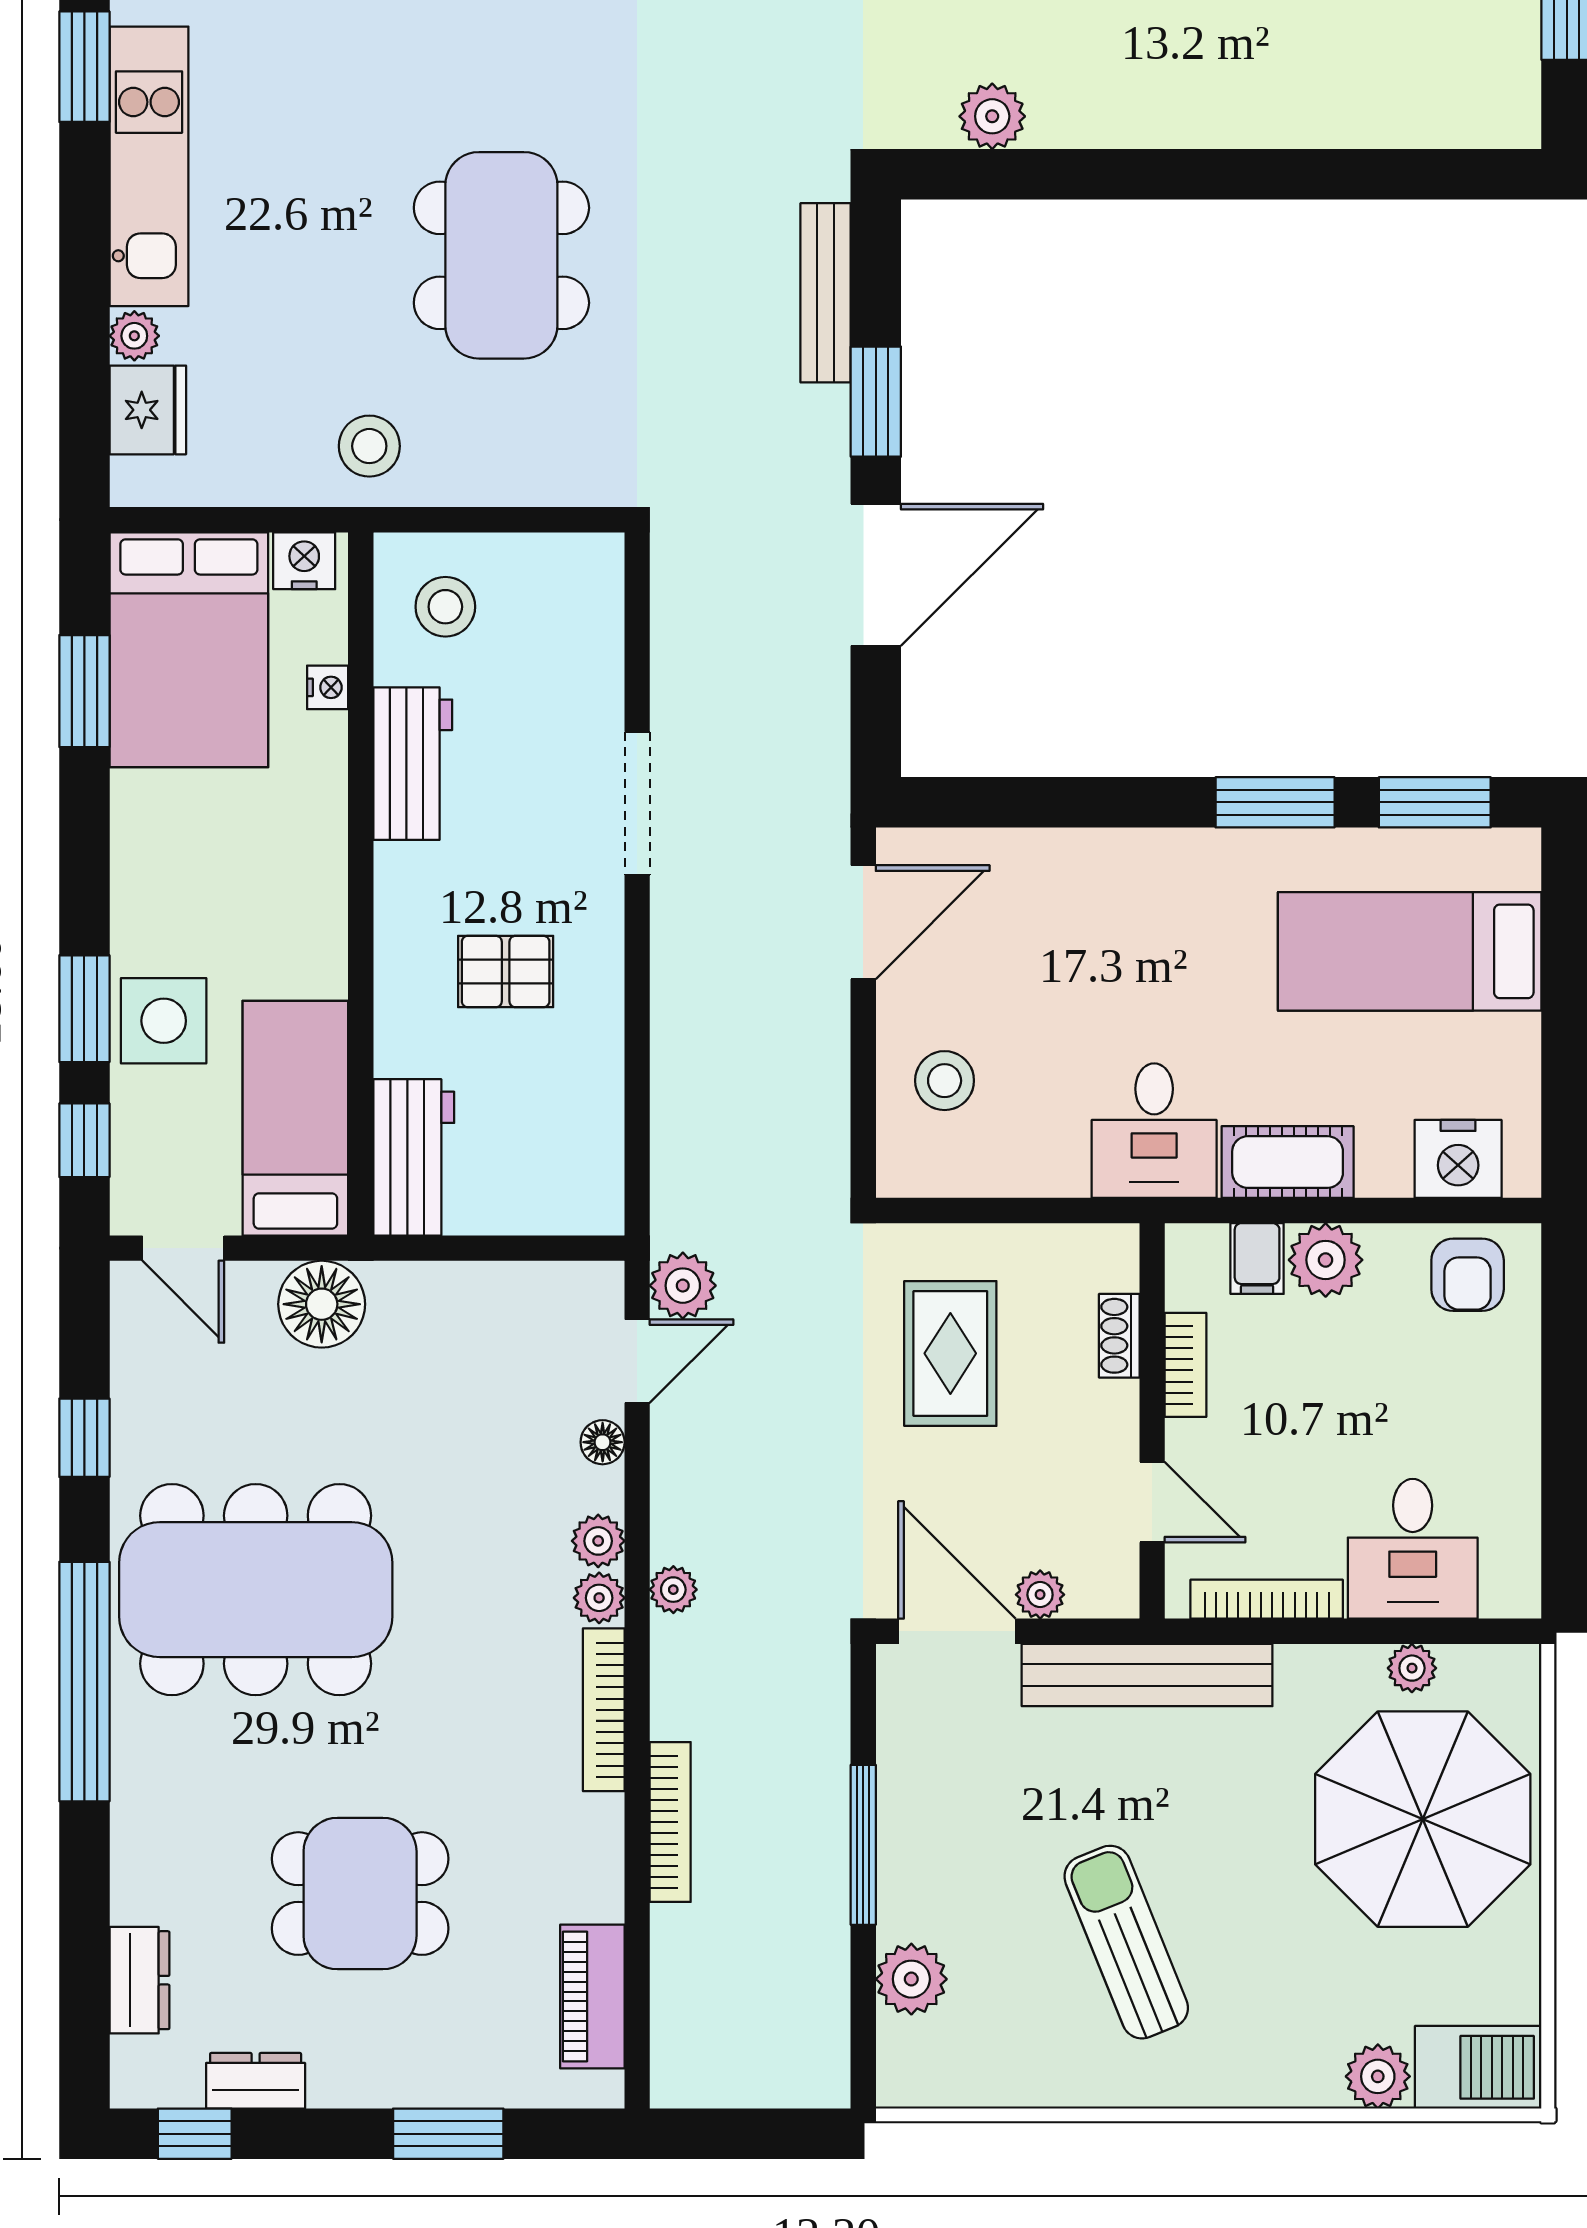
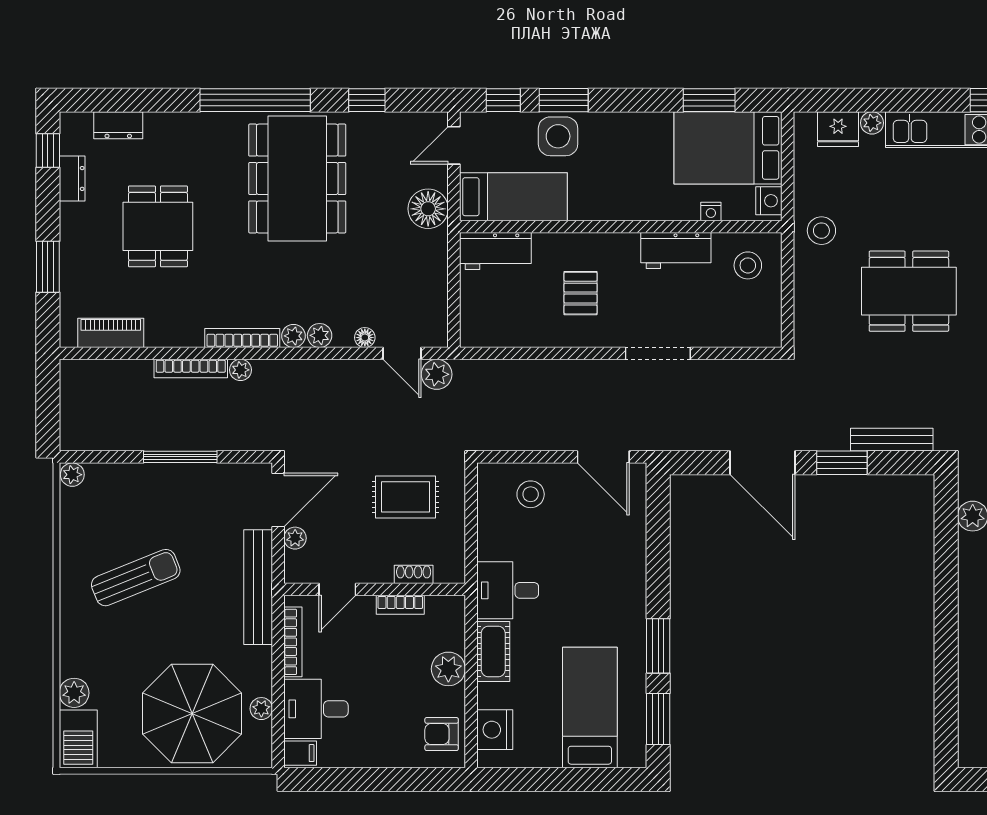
filing cabinet: (1257, 1259) -> (300, 753), moved, turned 180
plant: (673, 1590) -> (241, 370), moved
plant: (911, 1979) -> (72, 475), moved, width x0.73, depth x0.73

